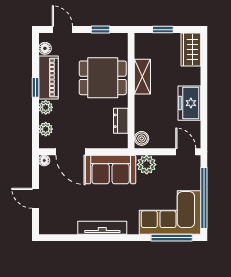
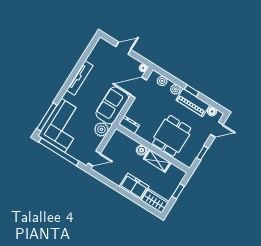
freezer: (189, 103) -> (134, 186), moved
dresser: (121, 121) -> (129, 125), moved
boiler: (142, 138) -> (142, 150), moved

